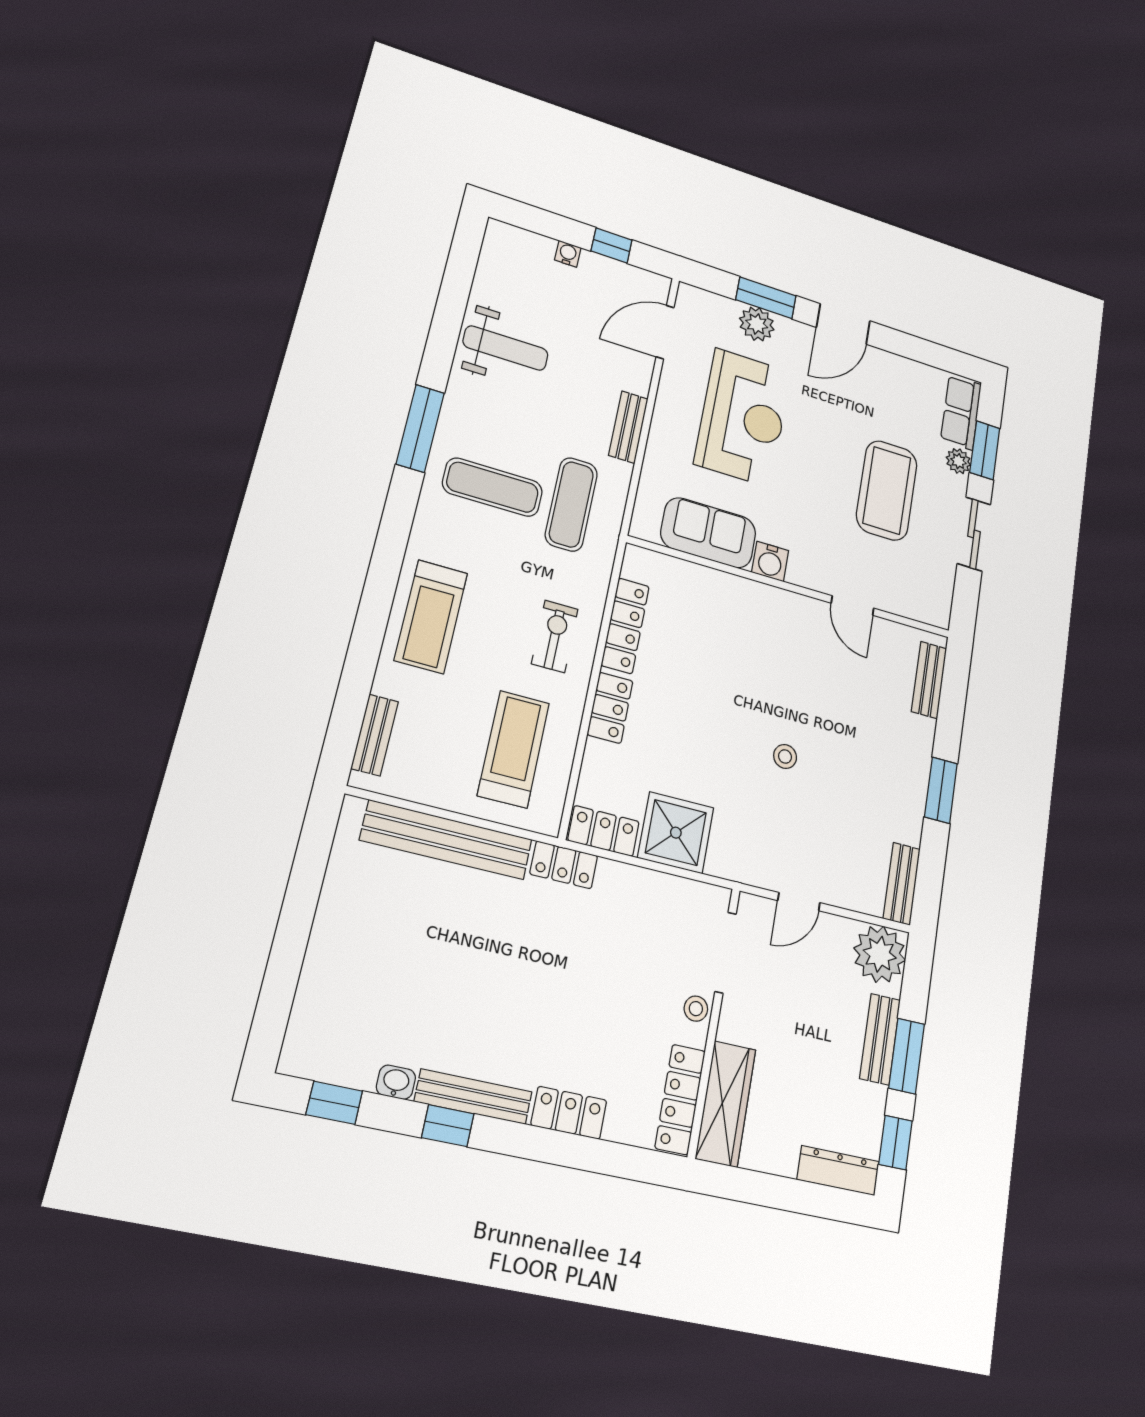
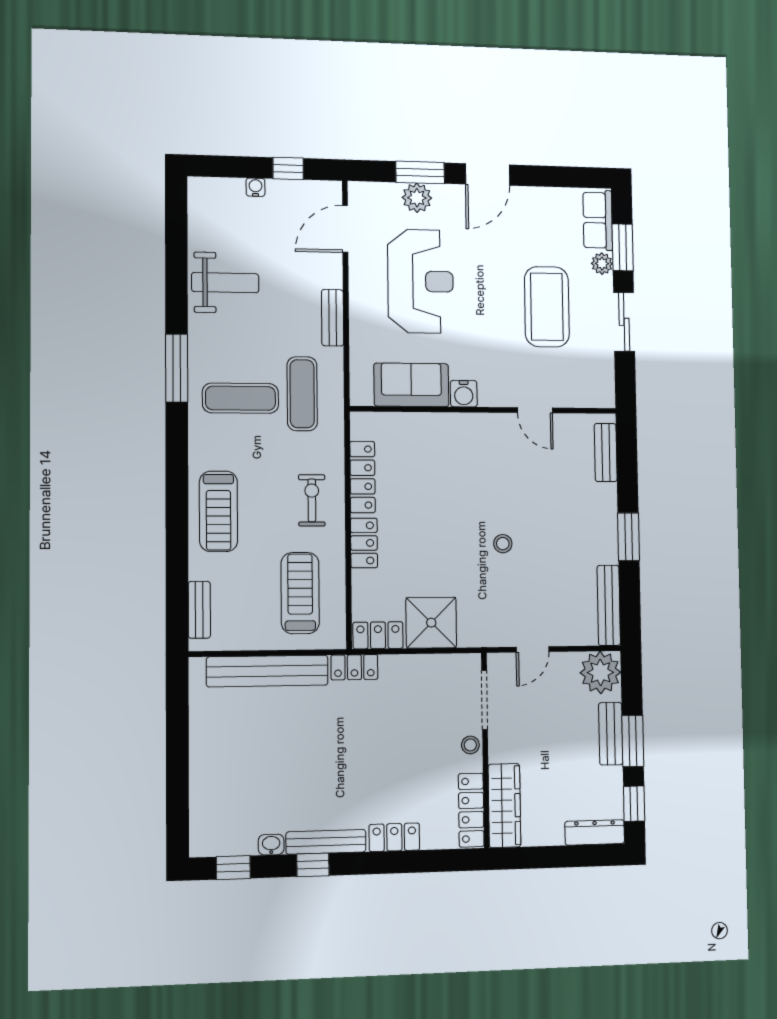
bench: (902, 884) -> (609, 605), width x1.36

